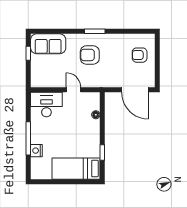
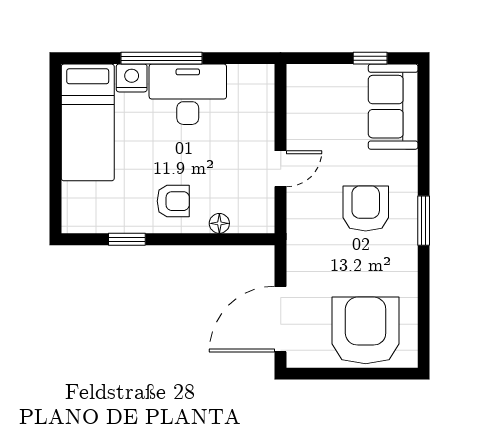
armchair: (140, 55) -> (366, 330), width x1.88, depth x1.88
desk: (46, 105) -> (188, 94), moved, turned -90
armchair: (87, 134) -> (173, 201), added
bed: (76, 169) -> (88, 122), moved, turned 180

